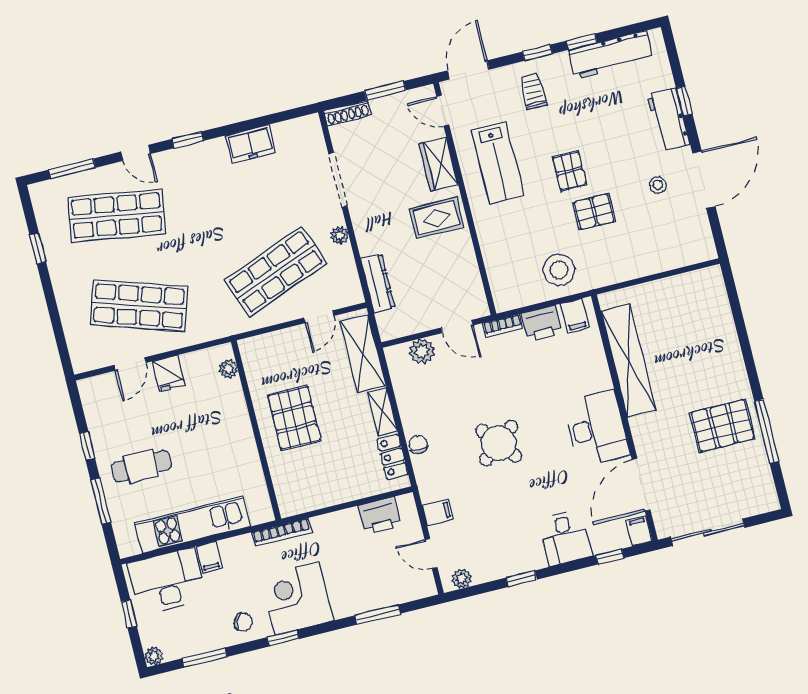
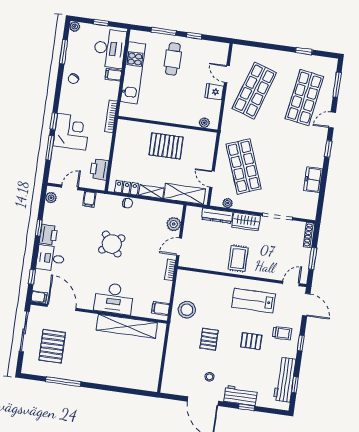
window: (582, 42) -> (295, 385), moved
wardrobe: (439, 164) -> (246, 221), moved, turned 180
pallet: (569, 171) -> (251, 341), moved
plant: (340, 235) -> (228, 203), moved
printer: (542, 323) -> (48, 235), moved, turned 180
pallet: (722, 426) -> (52, 346), moved
desk: (597, 429) -> (114, 298), moved
corner desk: (297, 598) -> (72, 132), moved
window: (283, 638) -> (54, 121), moved

